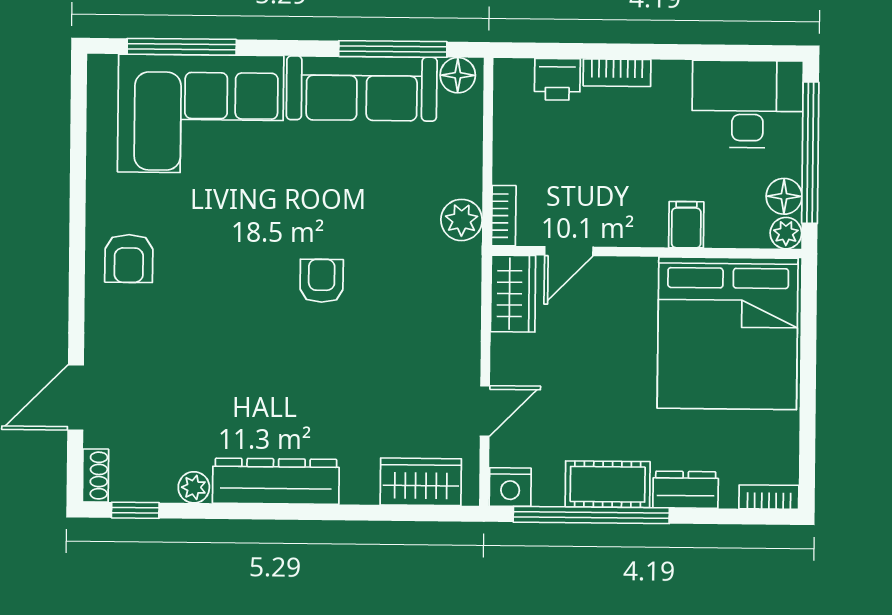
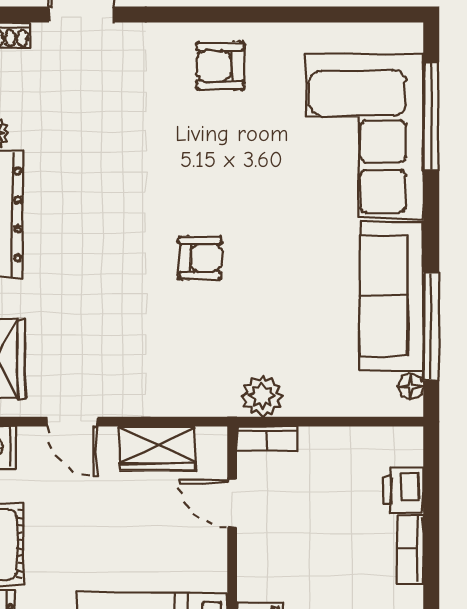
floor lamp: (458, 75) -> (411, 386), width x0.73, depth x0.73
wardrobe: (513, 294) -> (157, 448), moved

